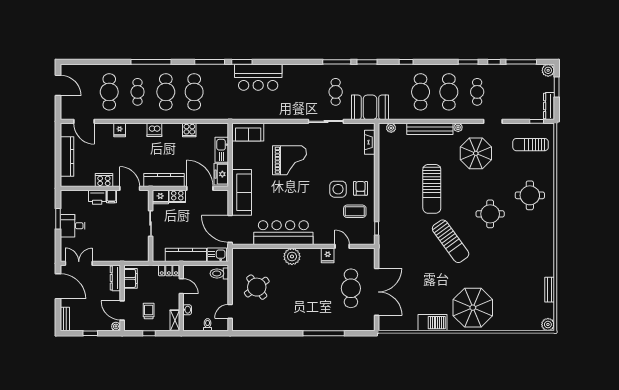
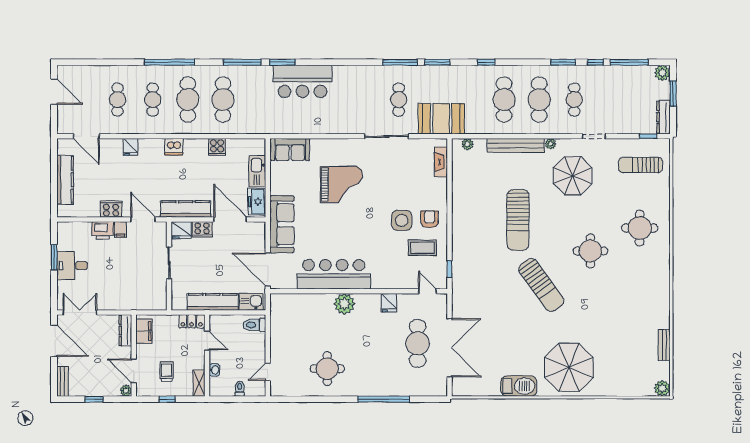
cafe table: (109, 92) -> (118, 100), width x0.73, depth x0.74
door: (342, 246) -> (427, 291), moved
round table: (257, 287) -> (327, 369), moved, turned 36

